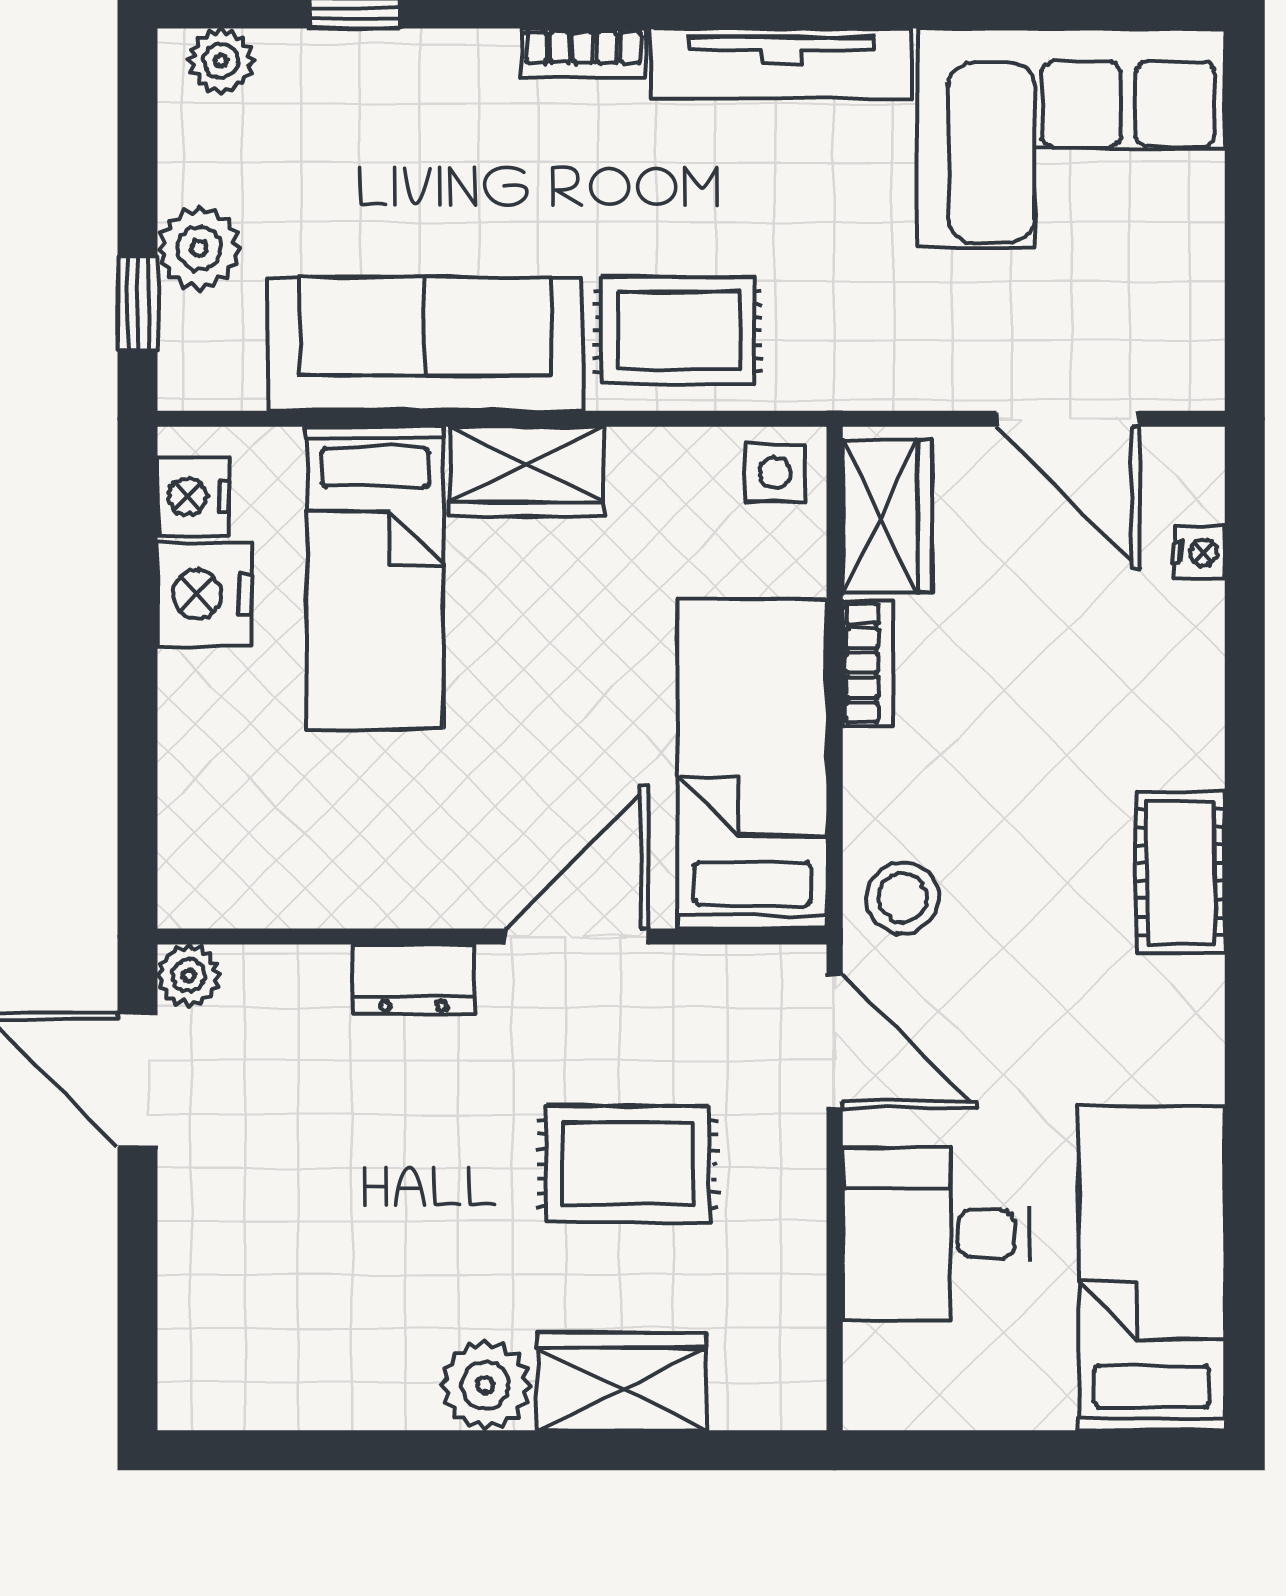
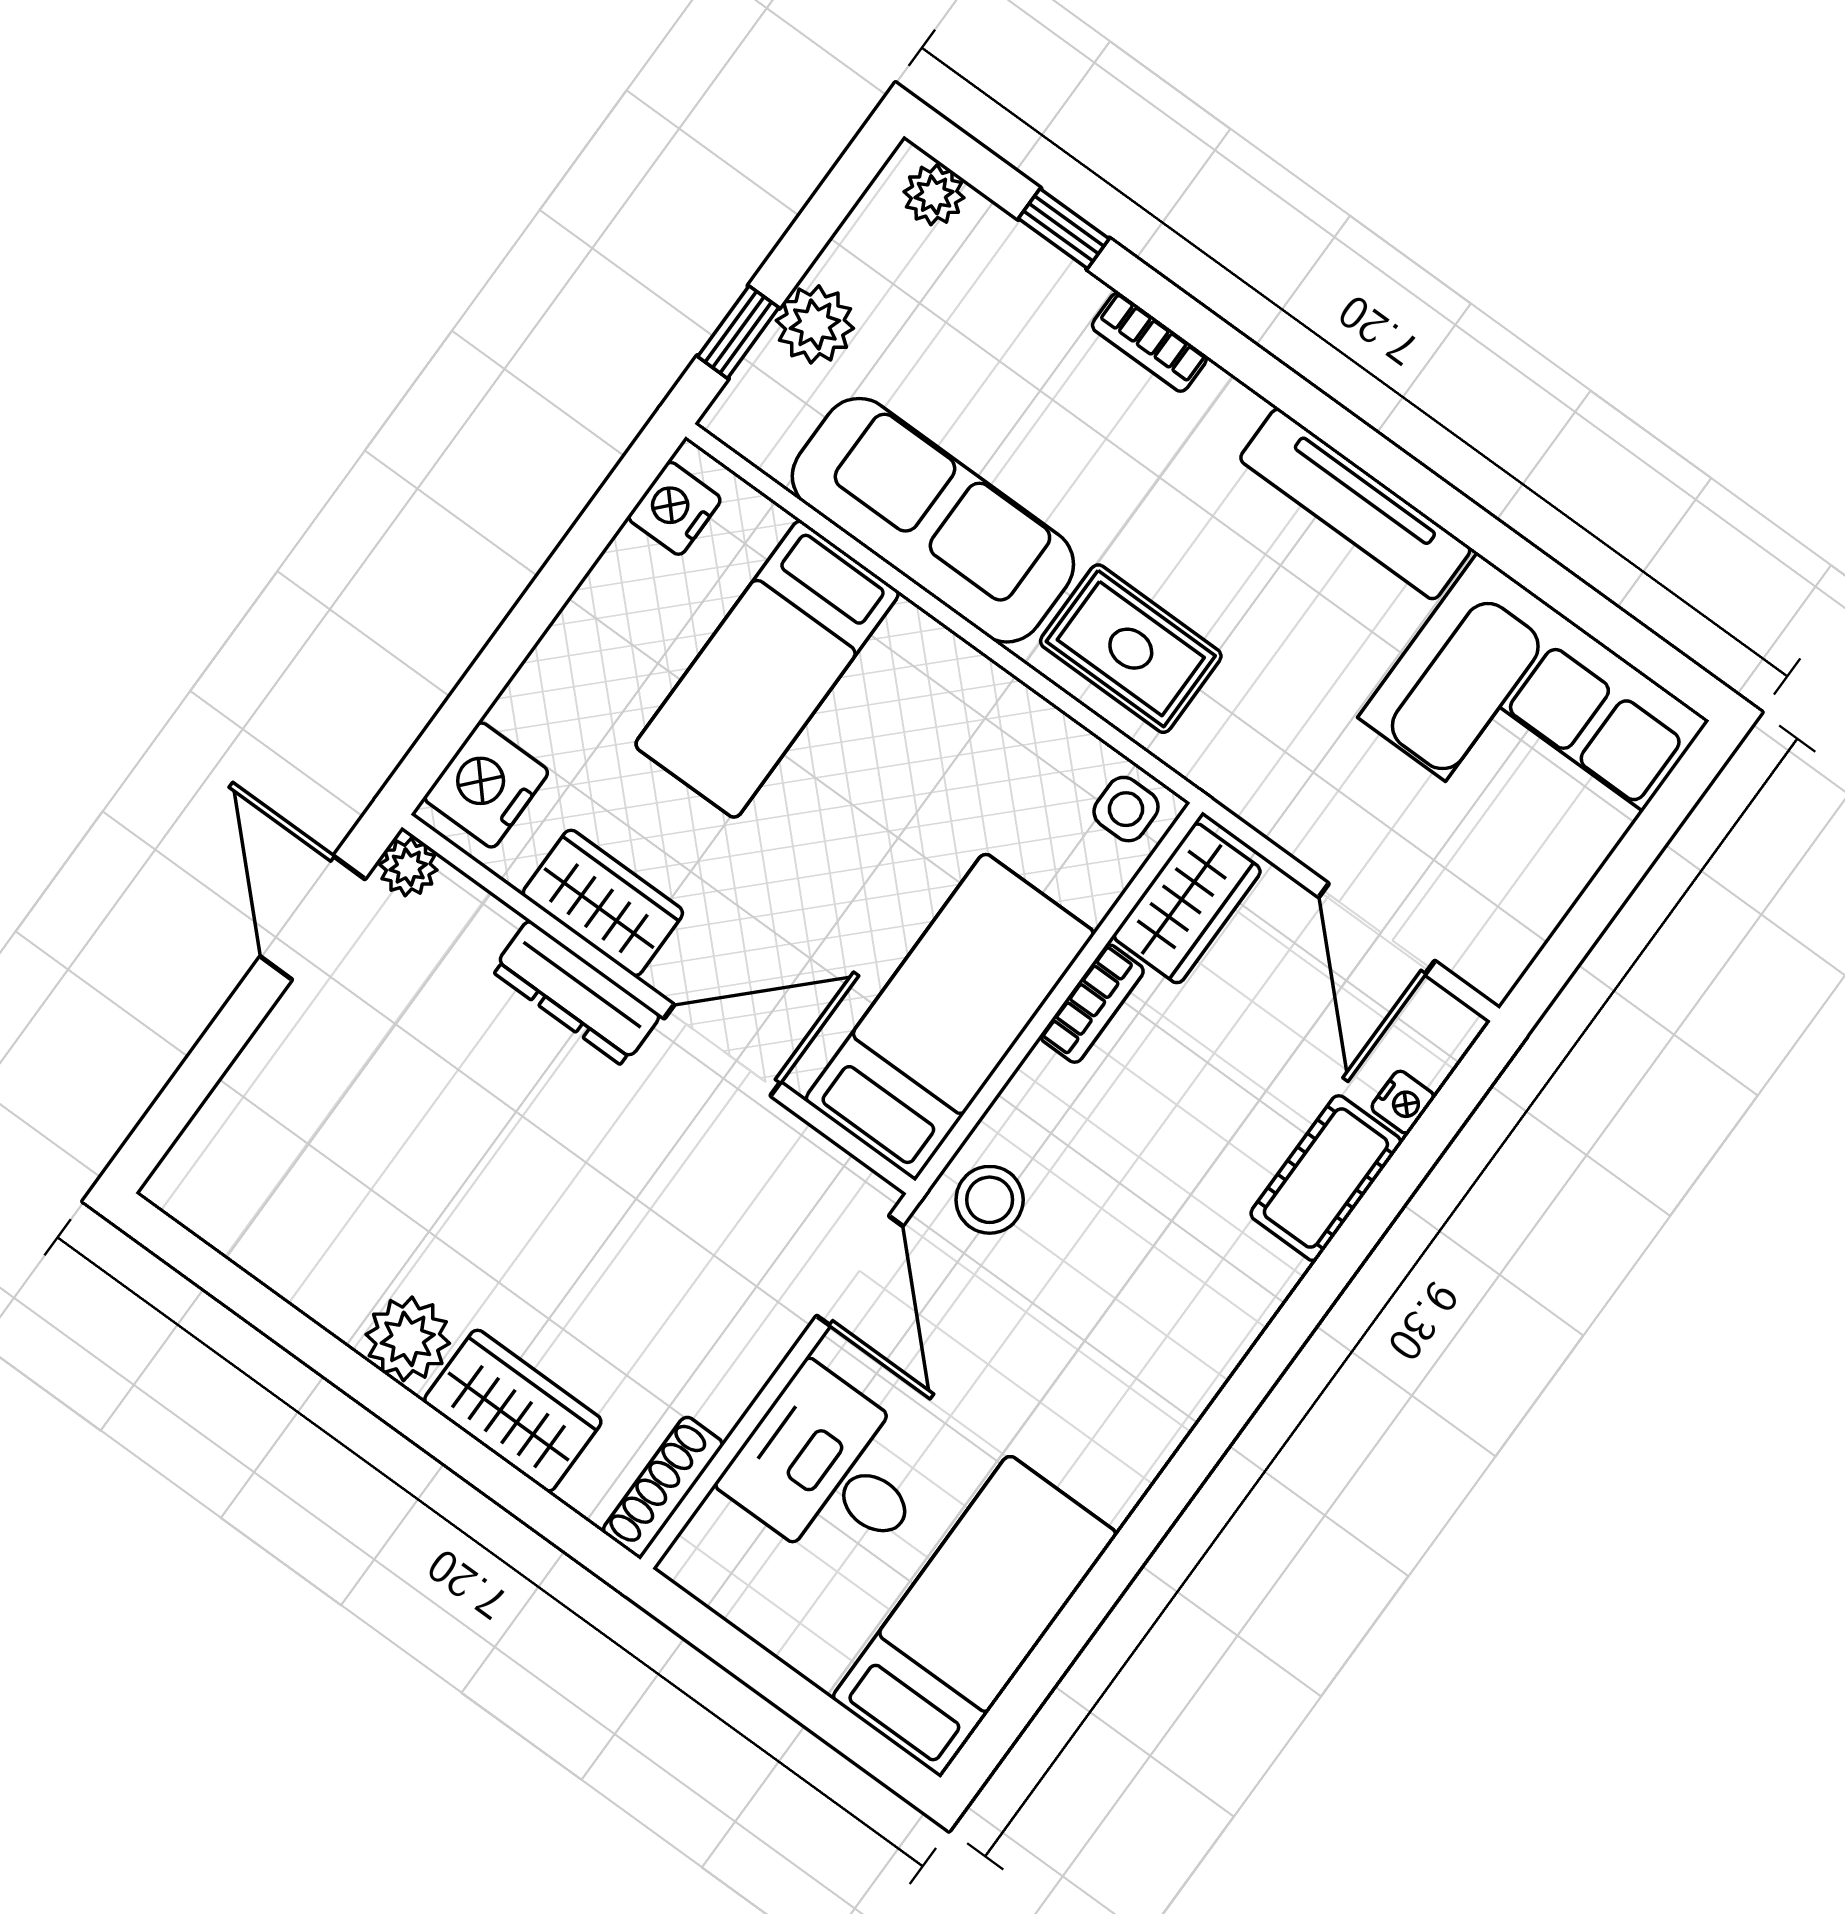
bookcase: (583, 53) -> (1149, 342), moved
wardrobe: (526, 471) -> (603, 903), moved, turned 180
nightstand: (204, 594) -> (486, 785), moved
cot: (1181, 872) -> (1326, 1178), moved
dresser: (413, 979) -> (576, 993), width x1.44
rug: (628, 1164) -> (637, 1250), removed
shoe rack: (800, 1353) -> (663, 1487), added

